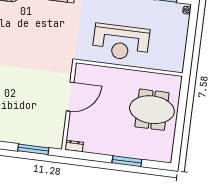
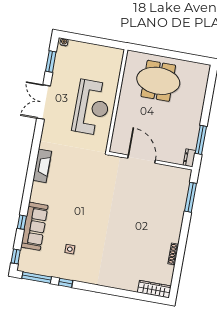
meeting table: (152, 110) -> (158, 81), turned 90
window: (127, 161) -> (201, 140), moved

